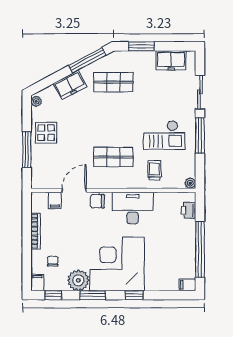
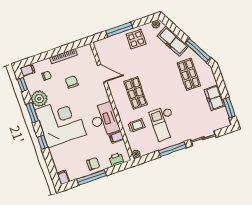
window: (141, 46) -> (229, 108), moved
freezer: (171, 60) -> (215, 98), moved
freezer: (70, 85) -> (173, 41), width x1.40
filing cabinet: (55, 200) -> (117, 137), moved
chair: (97, 201) -> (72, 82), moved
chair: (184, 241) -> (93, 164), added
window: (200, 249) -> (91, 177), width x0.68

